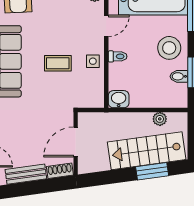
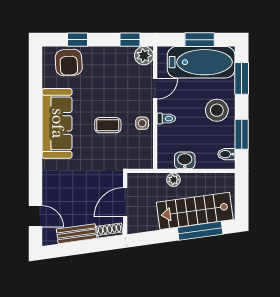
bidet: (179, 76) -> (226, 154), moved
washbasin: (119, 99) -> (185, 160), moved
plant: (160, 119) -> (174, 180), moved
window: (152, 171) -> (200, 231), width x1.44

